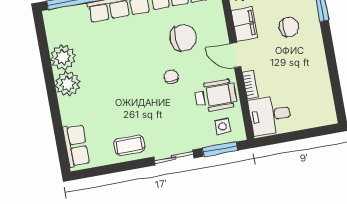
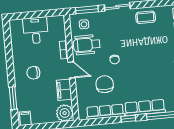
chair: (289, 27) -> (33, 73), moved
chair: (183, 38) -> (105, 84), turned 95
desk: (270, 115) -> (36, 30), moved, turned -90

